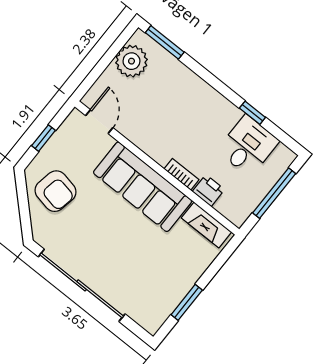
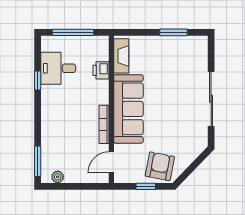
plant: (131, 61) -> (58, 177), width x0.53, depth x0.53
bookcase: (181, 174) -> (104, 124), moved, width x1.56
armchair: (55, 191) -> (160, 166), moved
sliding door: (82, 285) -> (211, 99), width x0.73

